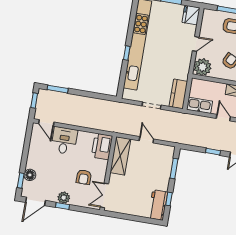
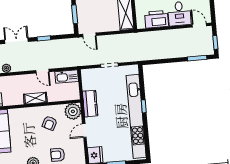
kitchen counter: (178, 94) -> (90, 104), moved
door: (146, 140) -> (89, 35), moved
printer: (102, 147) -> (157, 19), moved, turned -90

